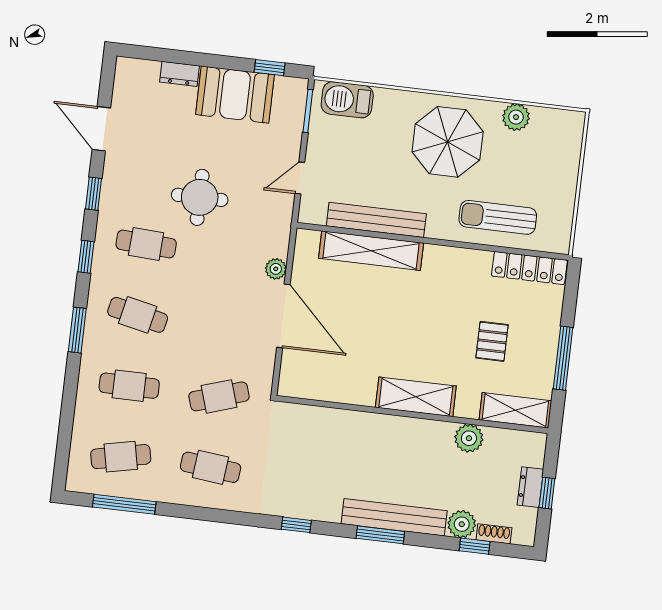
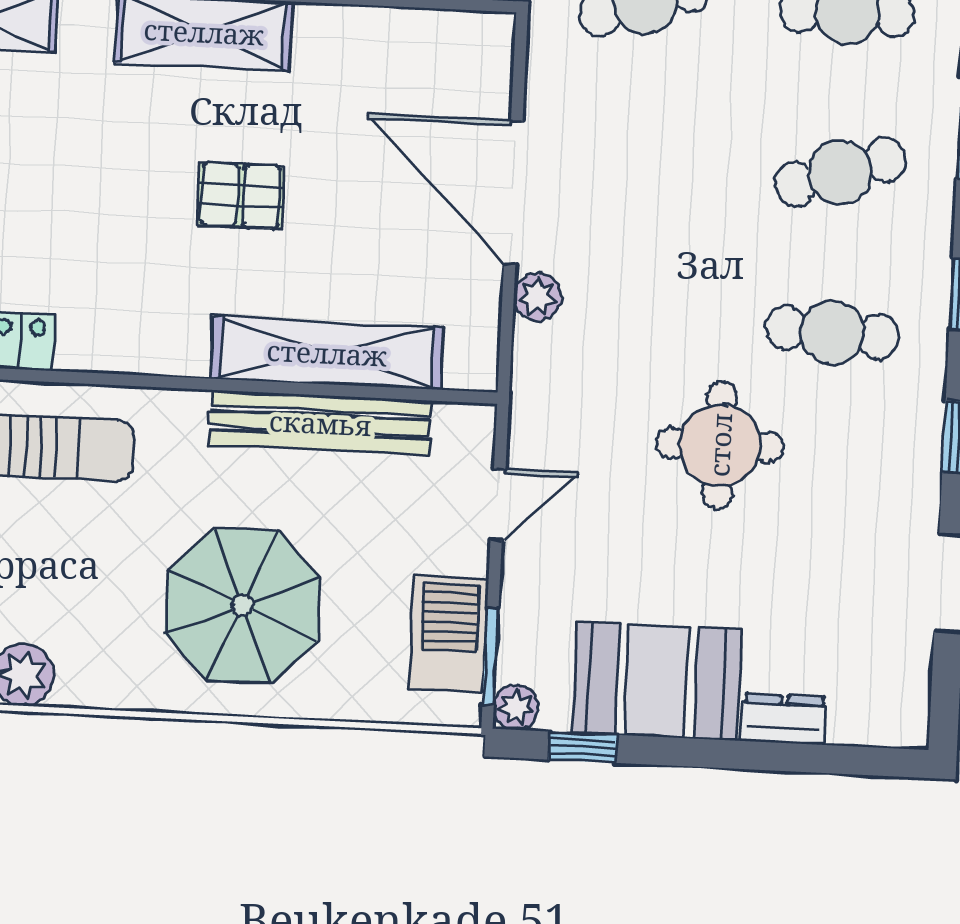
plant: (298, 87) -> (516, 707), added
barbecue: (347, 100) -> (449, 634), moved, turned -90
parasol: (448, 142) -> (243, 606), moved
cafe table: (138, 315) -> (840, 172), turned -30
pallet: (492, 341) -> (241, 196), moved, turned 90

